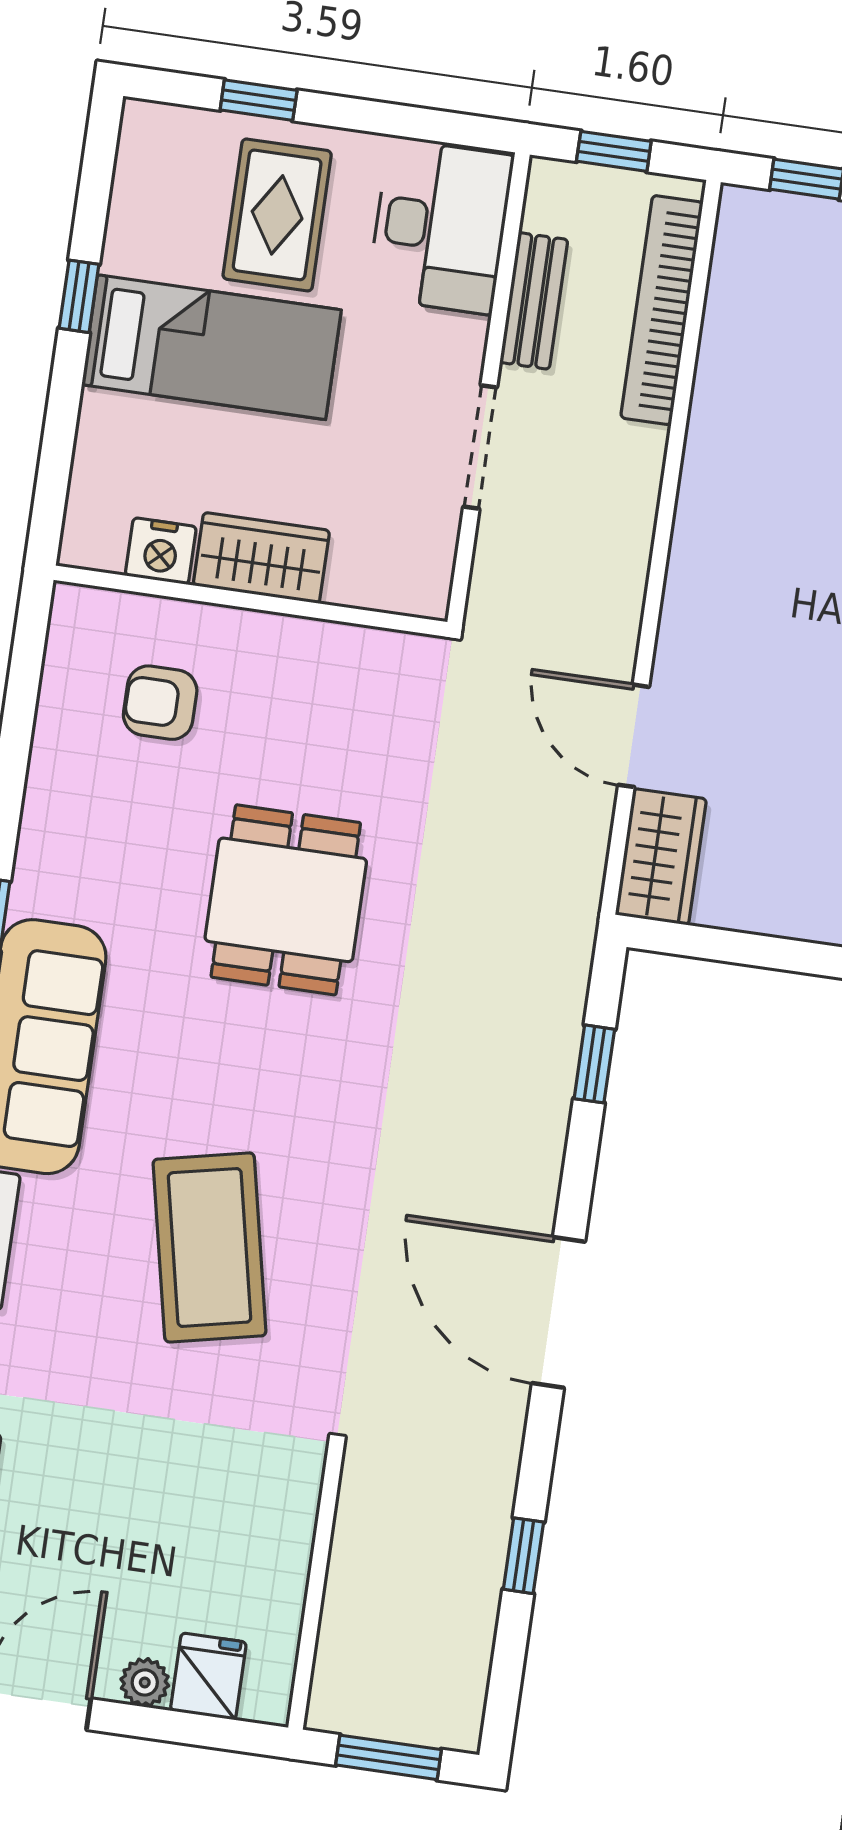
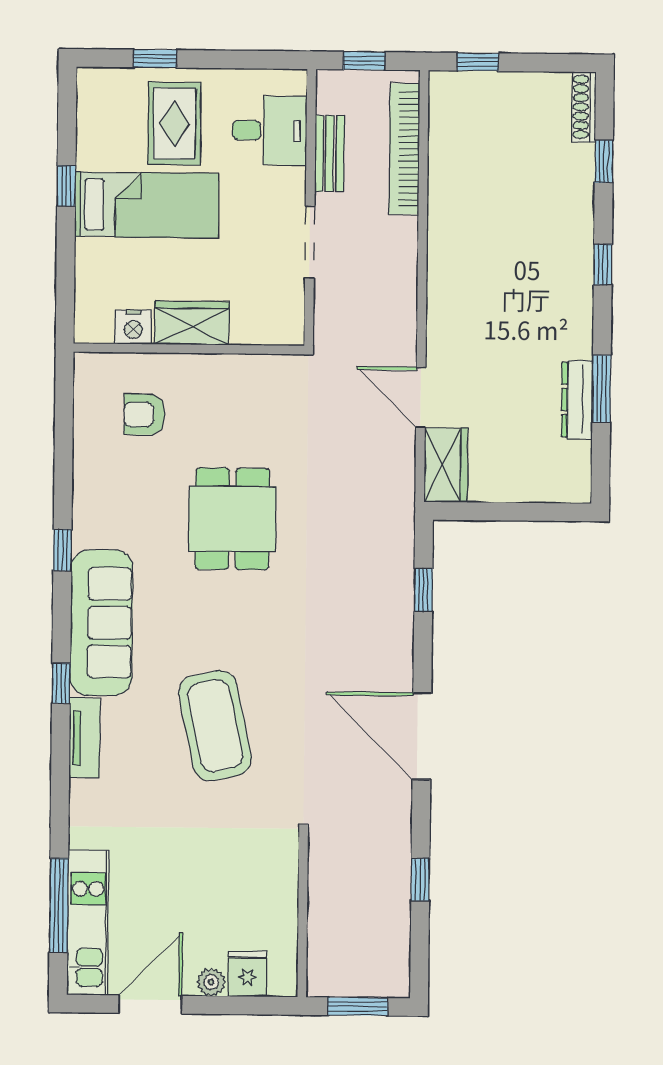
desk: (440, 226) -> (270, 130), width x0.73

